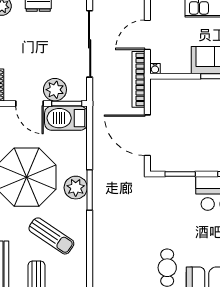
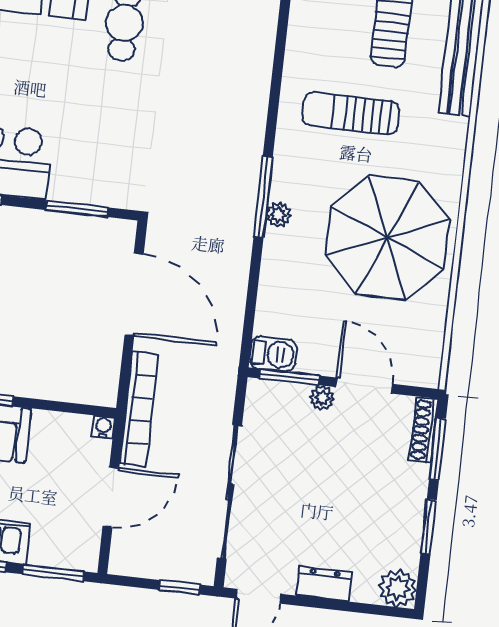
plant: (55, 90) -> (322, 398), width x0.53, depth x0.53
barbecue: (66, 118) -> (273, 354), width x0.53, depth x0.65
plant: (76, 188) -> (278, 215), width x0.53, depth x0.53
sun lounger: (51, 236) -> (351, 113), turned -34

